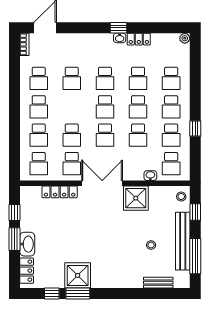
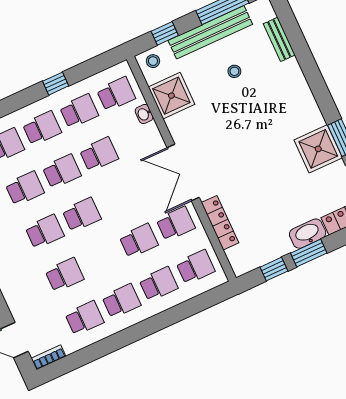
school desk: (105, 135) -> (119, 198), removed
shower: (136, 198) -> (171, 96), moved

